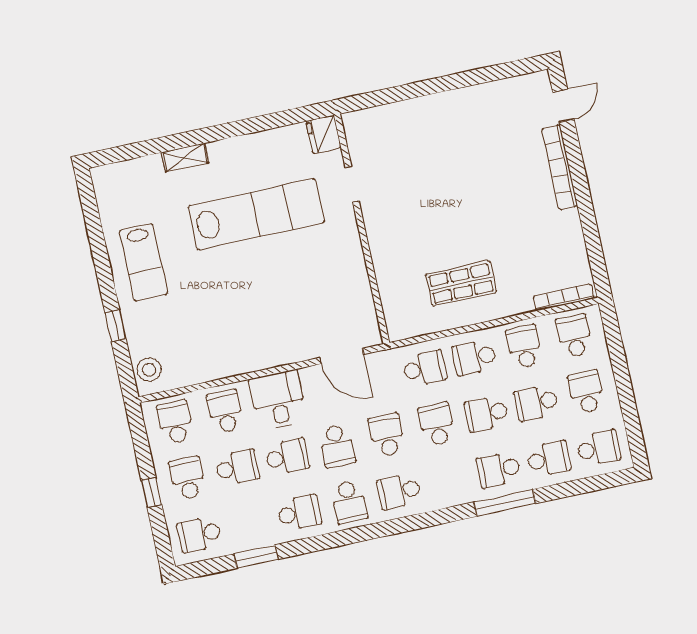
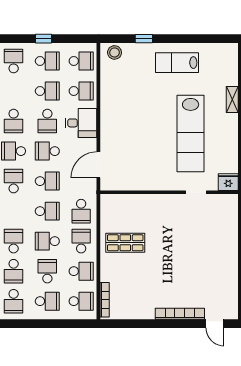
shop shelf: (461, 284) -> (125, 243), turned 90
school desk: (487, 414) -> (47, 241), turned -90
school desk: (237, 467) -> (47, 91), turned -90

